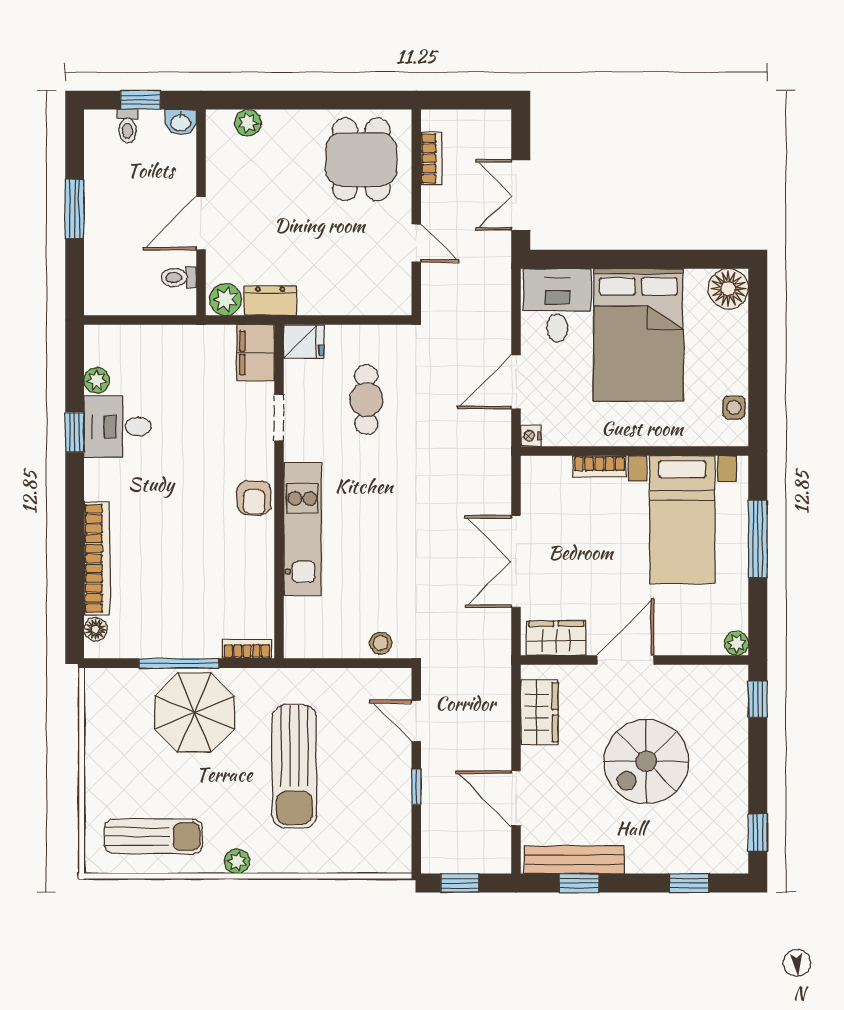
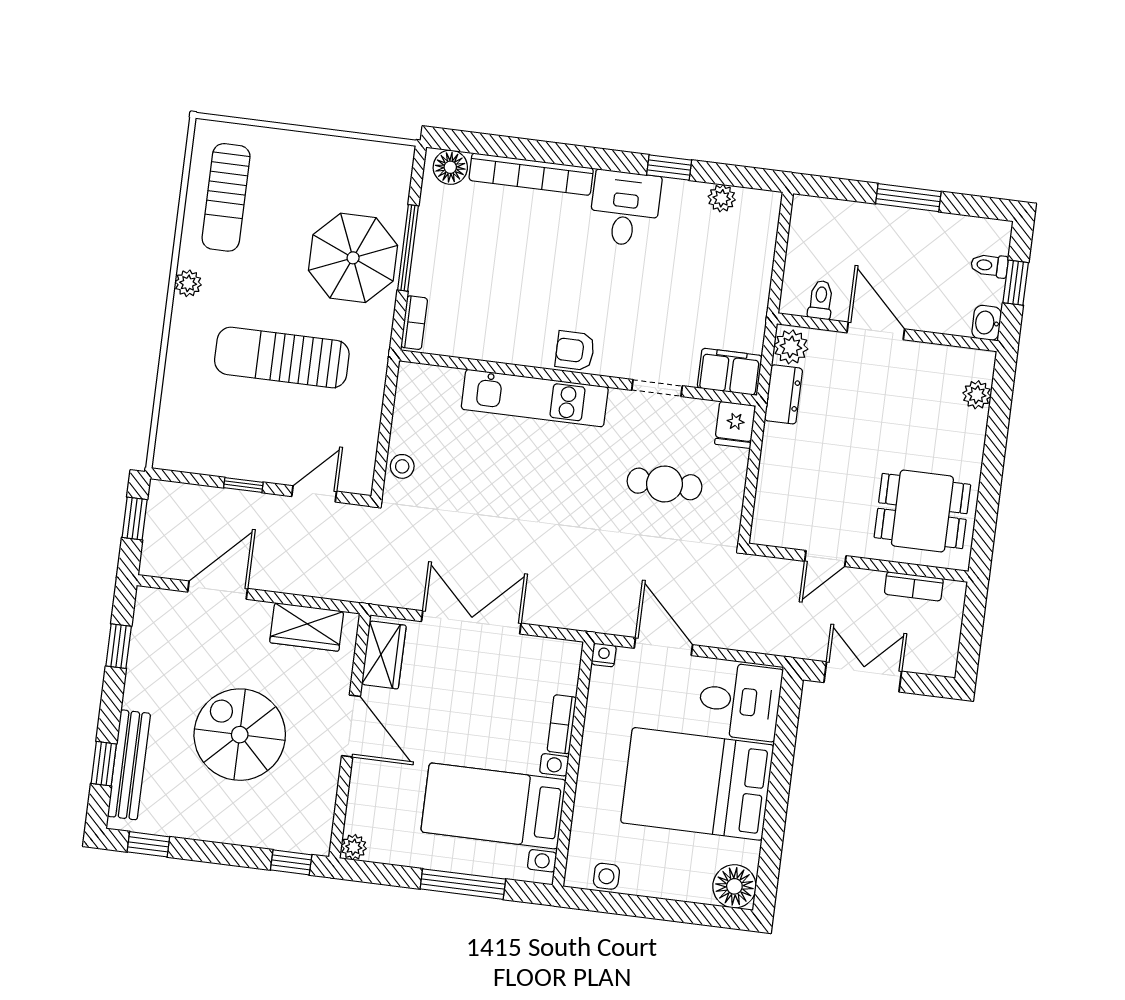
desk: (117, 427) -> (625, 208), moved
floor lamp: (96, 629) -> (450, 167), width x1.37, depth x1.37
bench: (574, 860) -> (129, 765), moved

